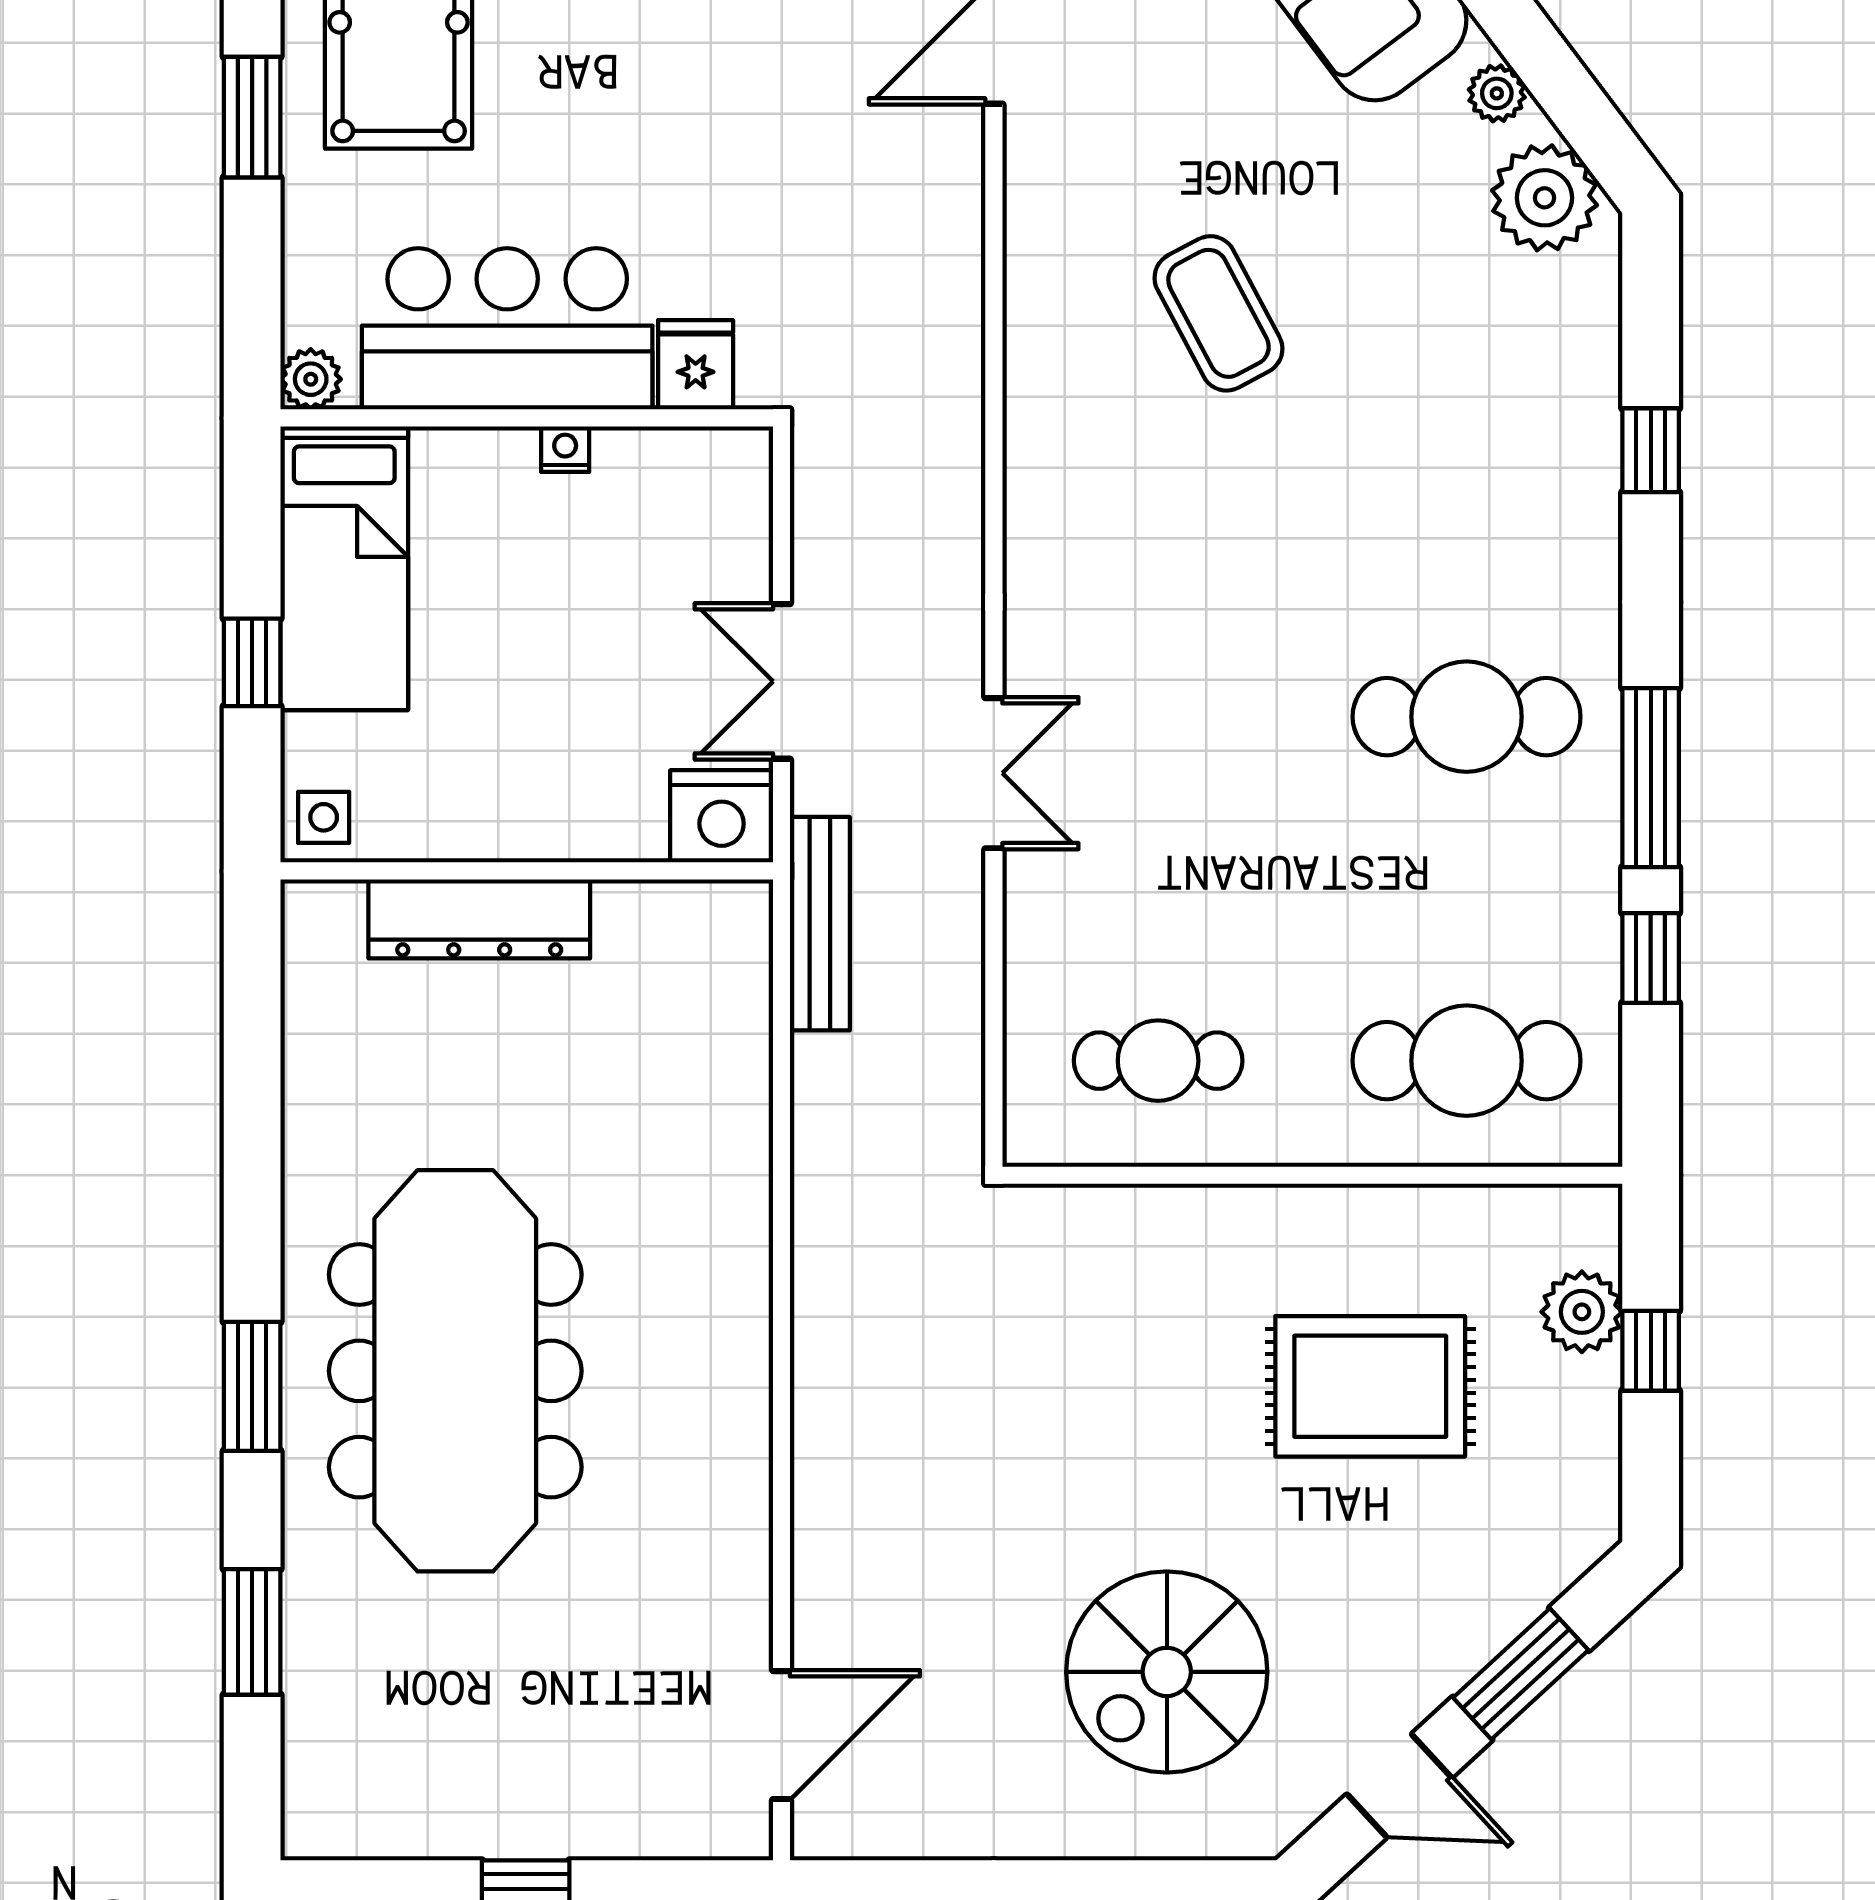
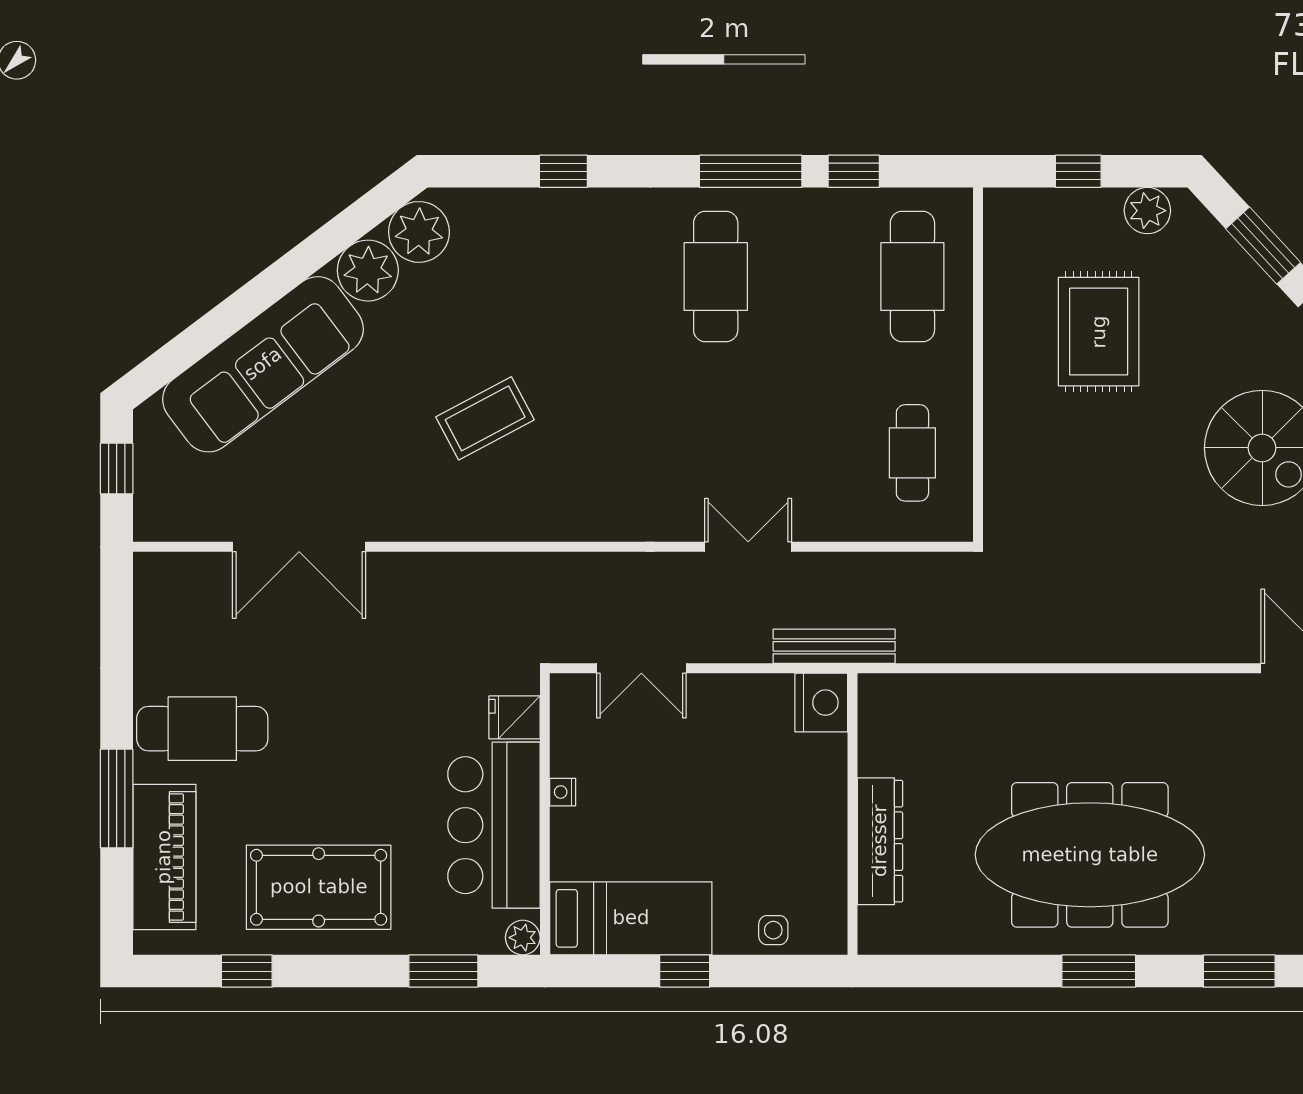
plant: (1497, 93) -> (368, 271), width x1.87, depth x1.87
window: (252, 117) -> (443, 971), moved
double door: (782, 681) -> (641, 668), moved
nightstand: (722, 816) -> (821, 703), moved
wall: (527, 871) -> (852, 814), moved
dresser: (479, 919) -> (880, 841), moved
plant: (1582, 1312) -> (1147, 211), moved

